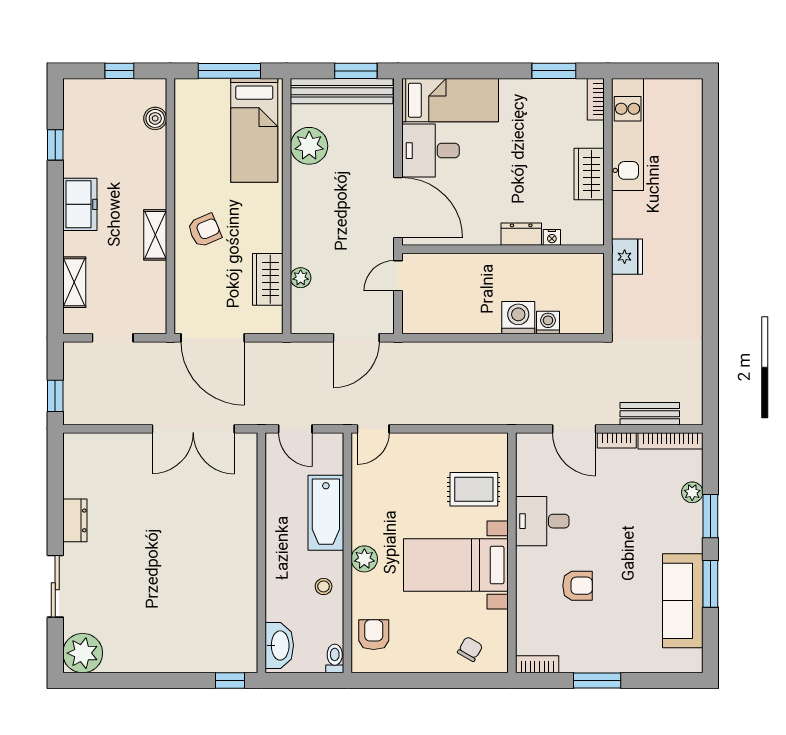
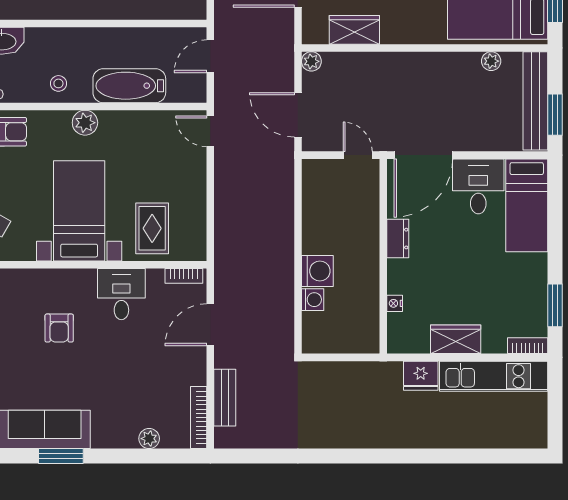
plant: (309, 146) -> (491, 61), width x0.53, depth x0.53
dresser: (521, 234) -> (398, 239), moved
fridge: (627, 257) -> (421, 376), moved
plant: (301, 278) -> (311, 61), moved
bookcase: (617, 440) -> (184, 276), moved, turned -90
window: (710, 516) -> (126, 456), removed

